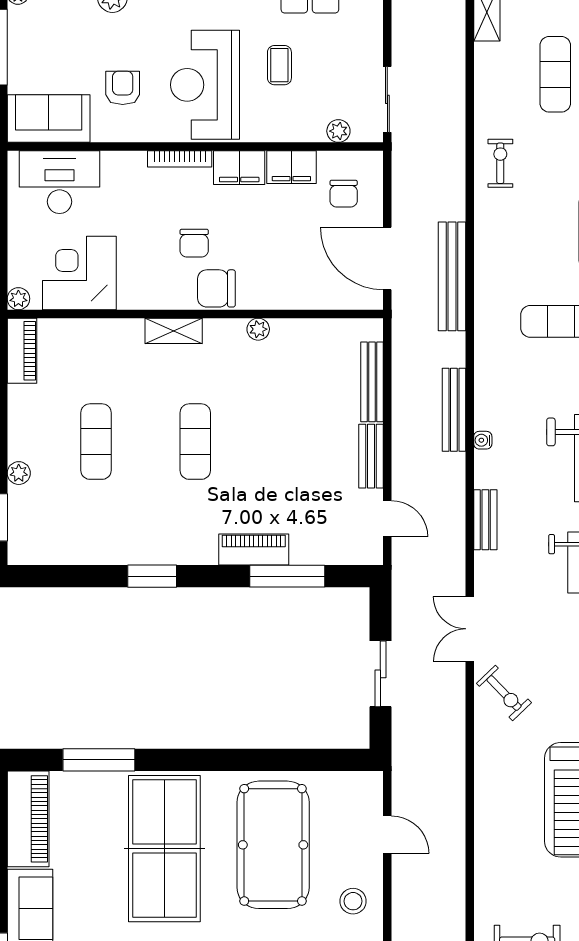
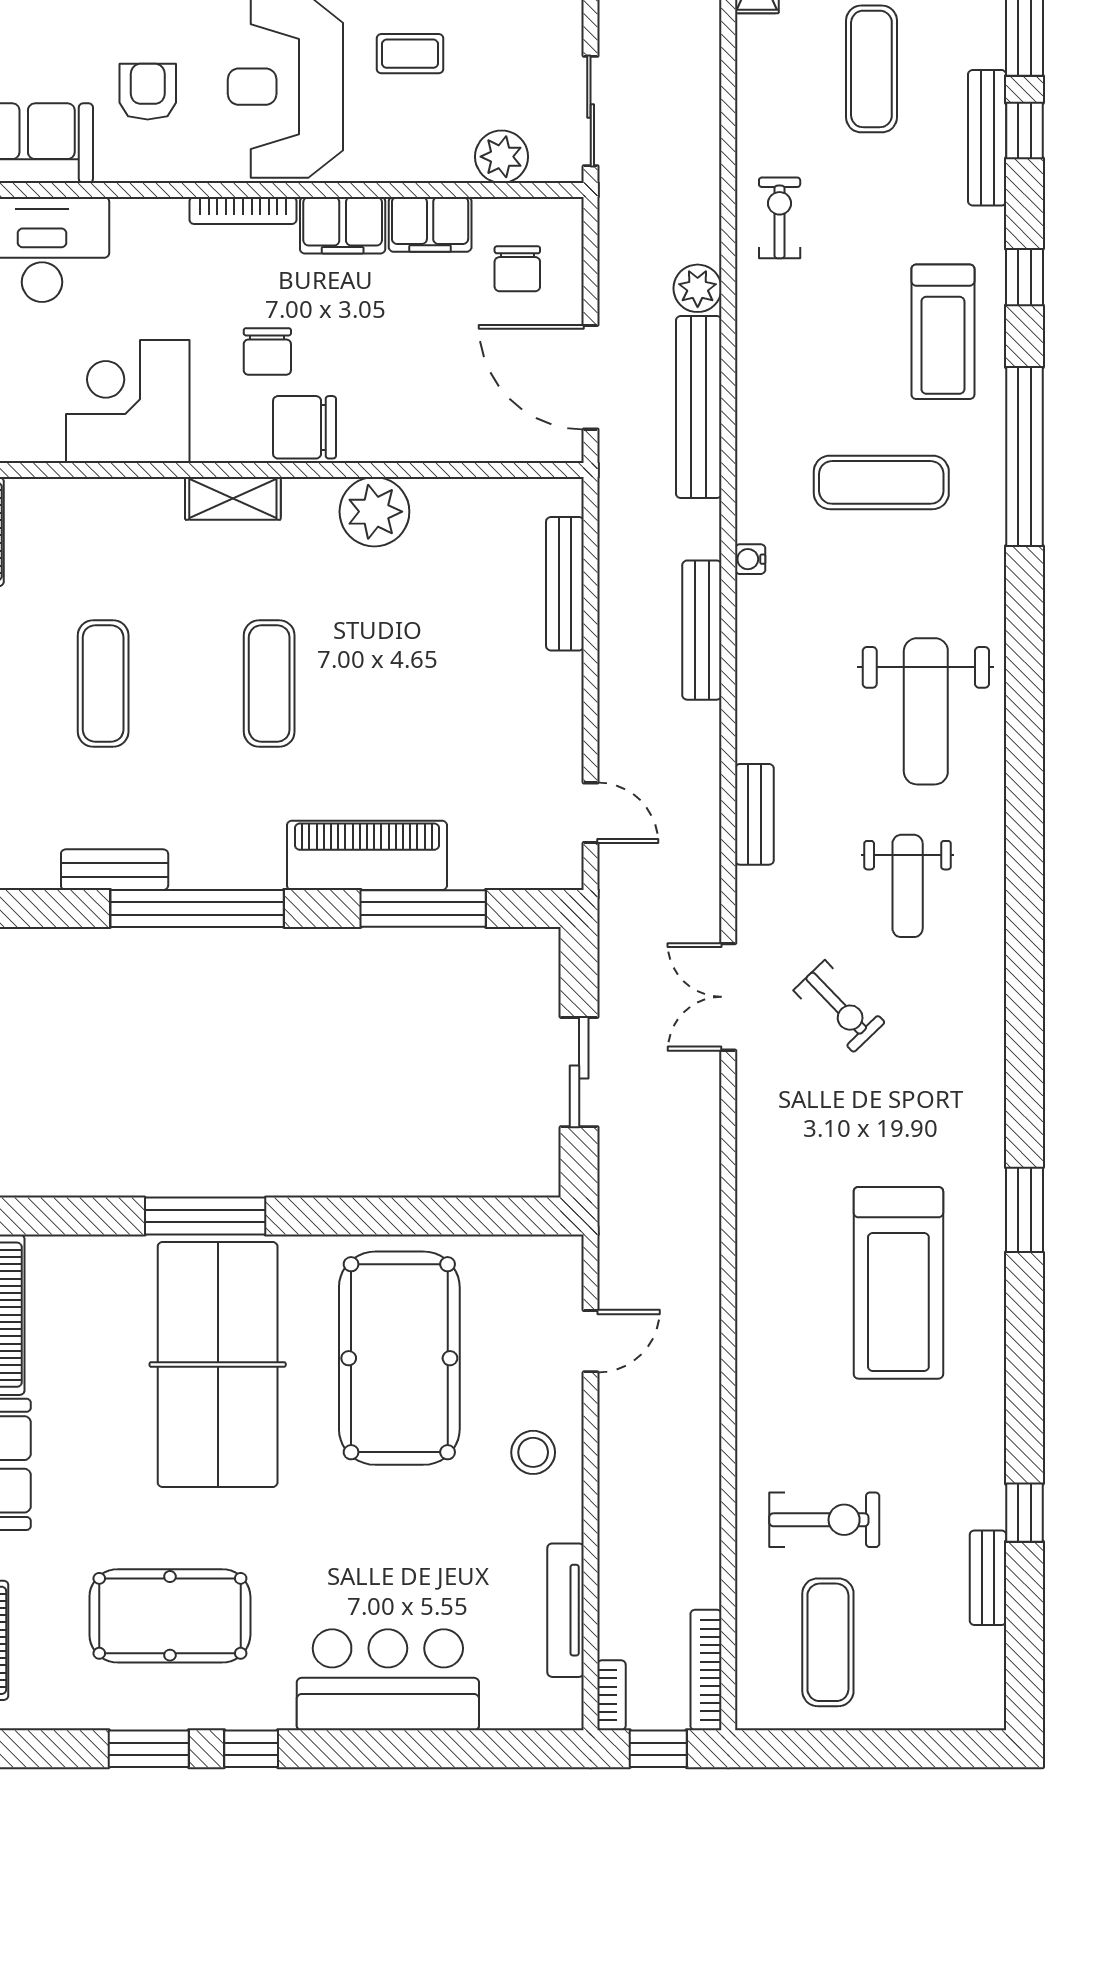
coffee table: (279, 65) -> (410, 54), turned 90
plant: (338, 131) -> (502, 157), width x1.38, depth x1.38
plant: (451, 205) -> (698, 288), added
corner desk: (79, 273) -> (128, 402), moved
plant: (258, 329) -> (374, 512), width x1.87, depth x1.87
water cooler: (483, 440) -> (750, 559), moved
bench: (371, 456) -> (115, 870), moved, turned 90
piano: (254, 549) -> (367, 855), width x1.37, depth x1.33
window: (152, 576) -> (197, 908), width x2.11
exercise bike: (504, 693) -> (839, 1006), moved
window: (99, 760) -> (205, 1216), moved
door: (387, 835) -> (591, 1341), hinge flipped

